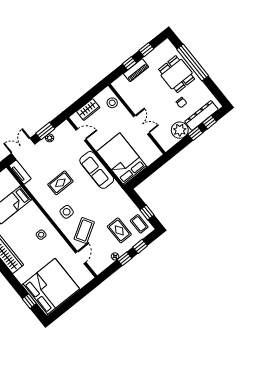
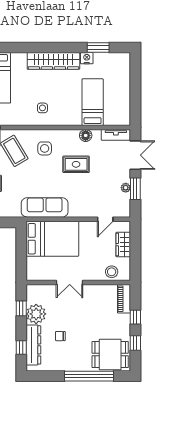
piano: (136, 70) -> (124, 299), moved
dining table: (177, 74) -> (110, 355), moved
window: (195, 133) -> (21, 308), moved
sofa: (97, 170) -> (45, 207), moved
rug: (60, 183) -> (76, 164), turned 90
floor lamp: (36, 192) -> (86, 135), added

